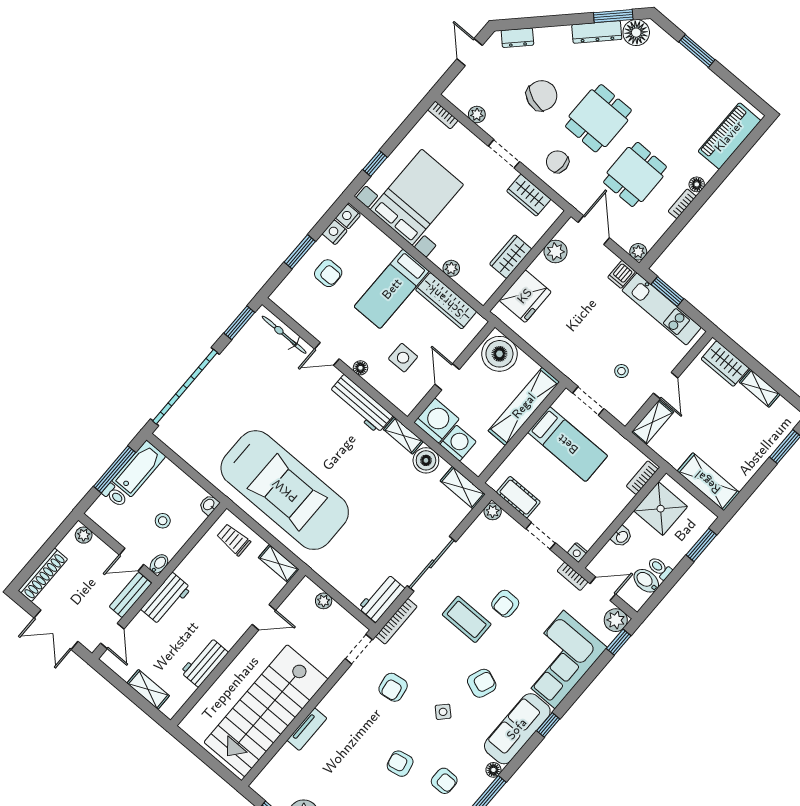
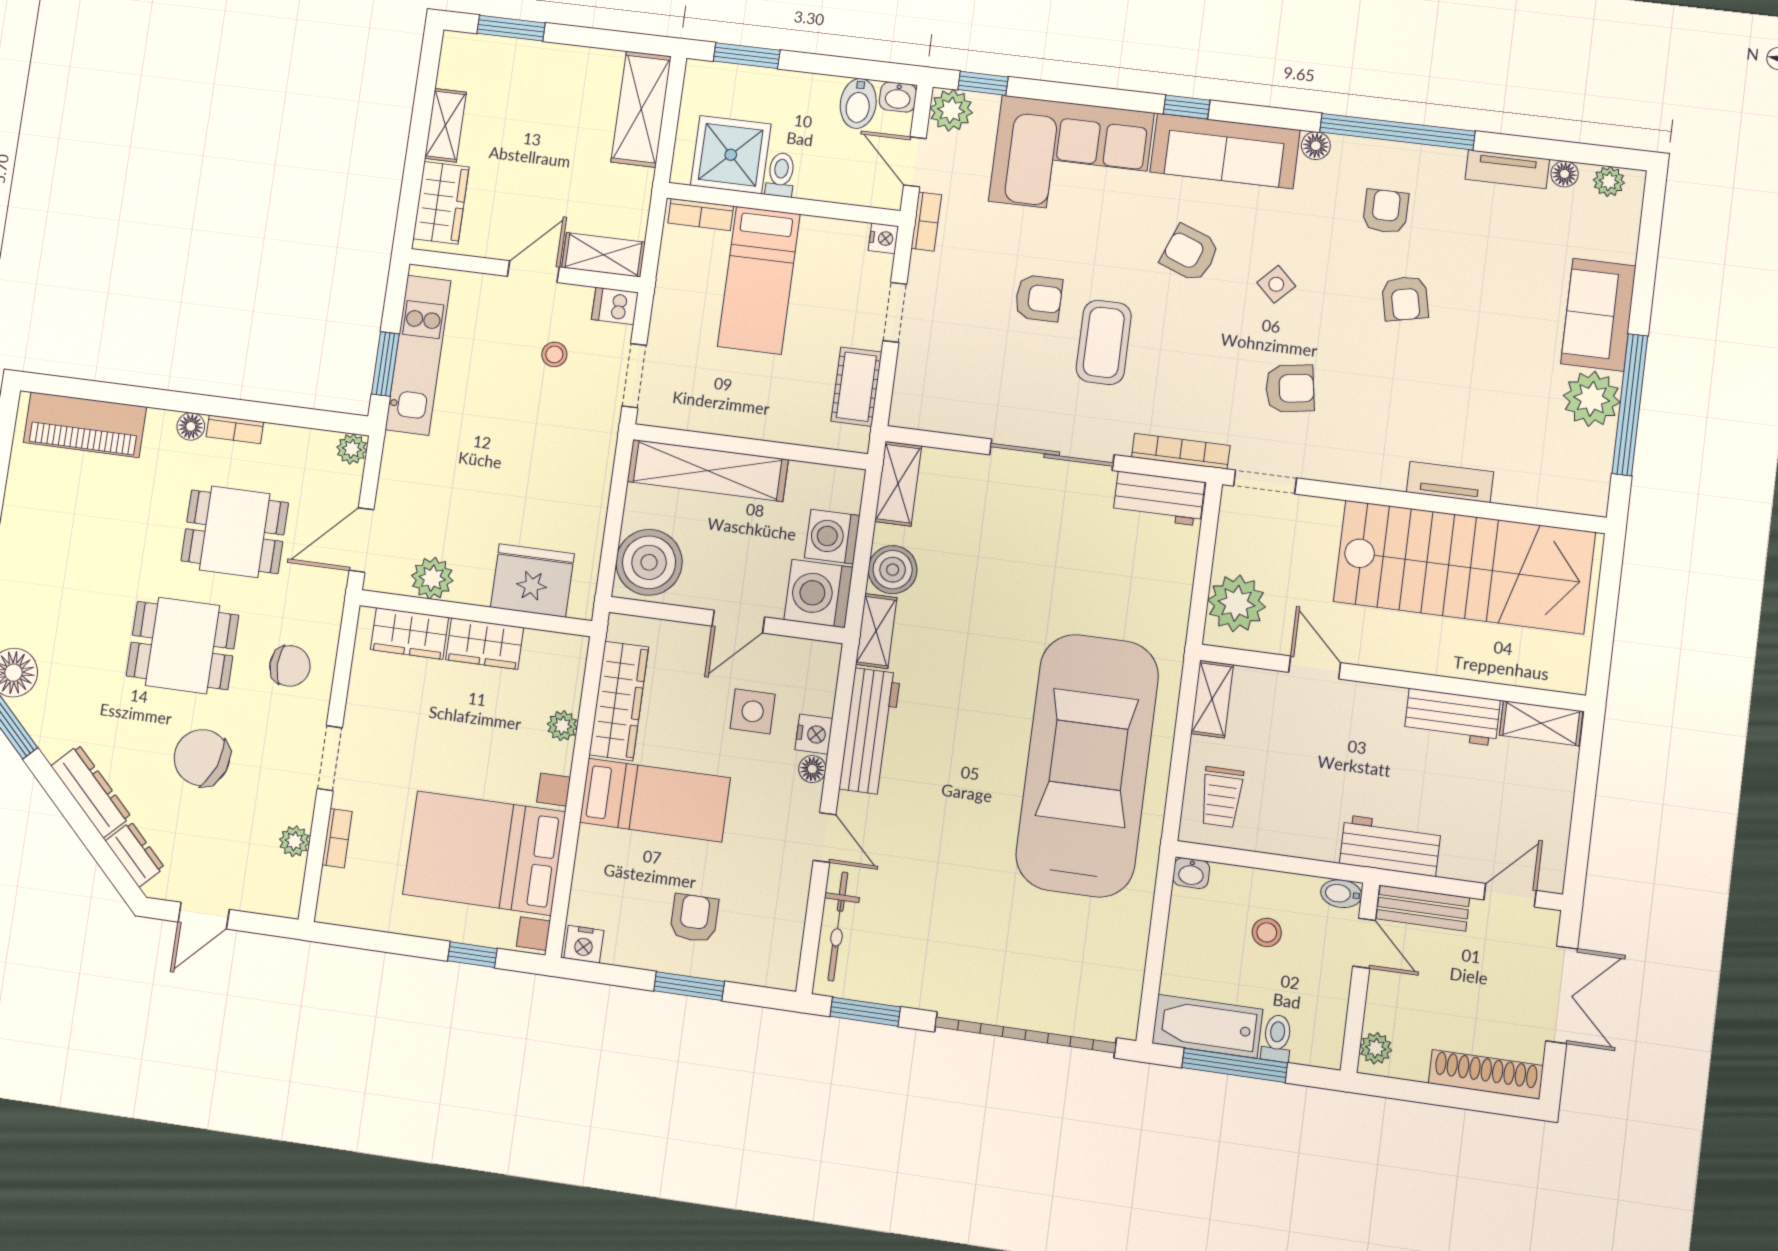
dresser: (597, 32) -> (91, 791), moved
bookcase: (443, 115) -> (337, 838), moved
chair: (557, 162) -> (290, 666), turned -90
wardrobe: (529, 195) -> (410, 633), moved, turned 90
nightstand: (335, 232) -> (814, 734), moved, turned -90
dishwasher: (622, 274) -> (615, 306), moved, turned 180
bed: (568, 444) -> (759, 280), moved, turned 180
plant: (493, 511) -> (905, 412), removed
washbasin: (622, 537) -> (898, 97), moved, turned 180
toilet: (660, 568) -> (781, 175), moved, turned 180
plant: (324, 601) -> (1237, 603), width x1.87, depth x1.87
shelving: (148, 689) -> (1541, 723), moved, turned 90

